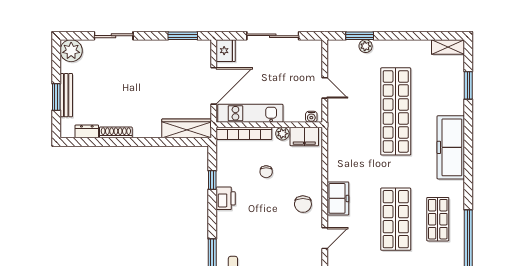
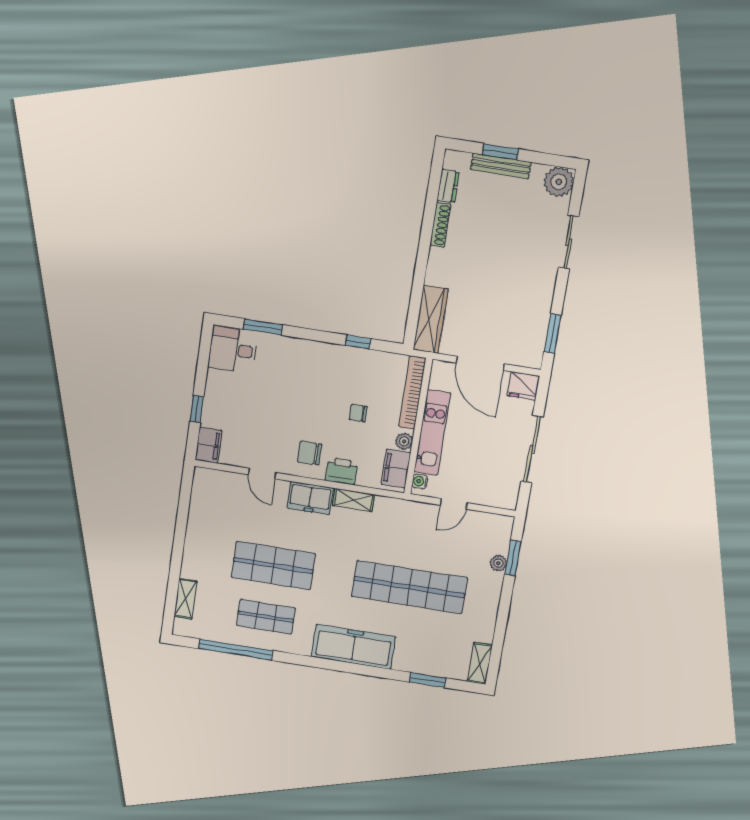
kitchen unit: (250, 113) -> (432, 432), moved
shelving: (334, 165) -> (353, 500), added
printer: (226, 198) -> (341, 471), moved, turned 180

